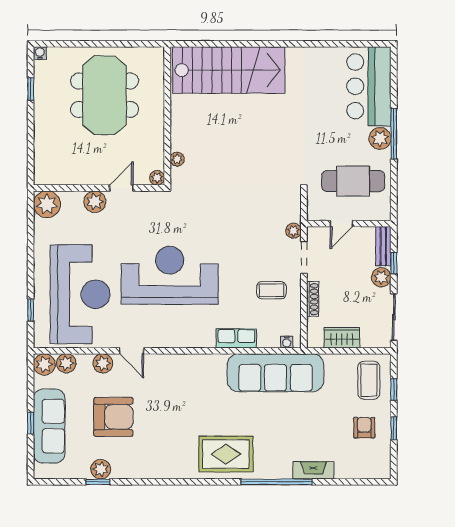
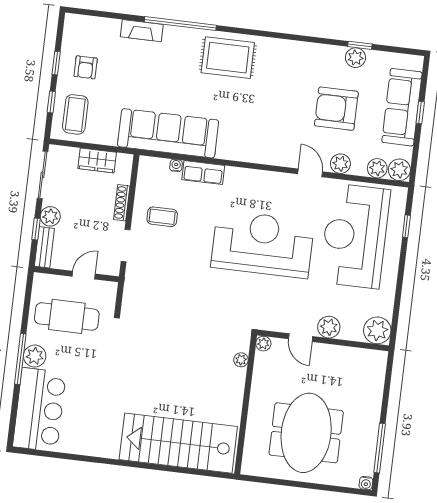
window: (31, 89) -> (380, 448), width x2.17
door: (121, 188) -> (301, 338), hinge flipped
plant: (293, 231) -> (133, 274), removed
reception desk: (170, 275) -> (263, 244), turned 180
water cooler: (287, 342) -> (176, 165), moved

